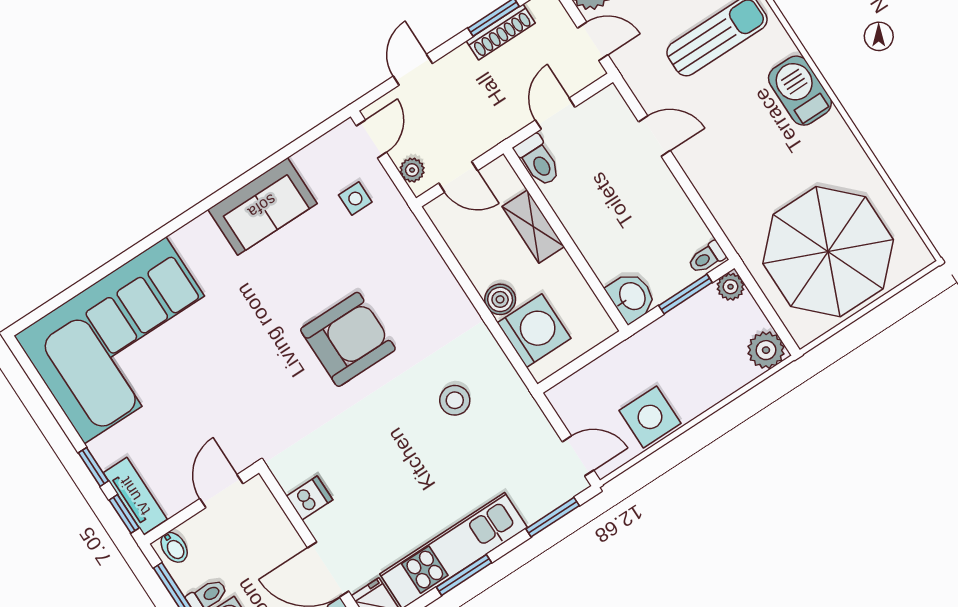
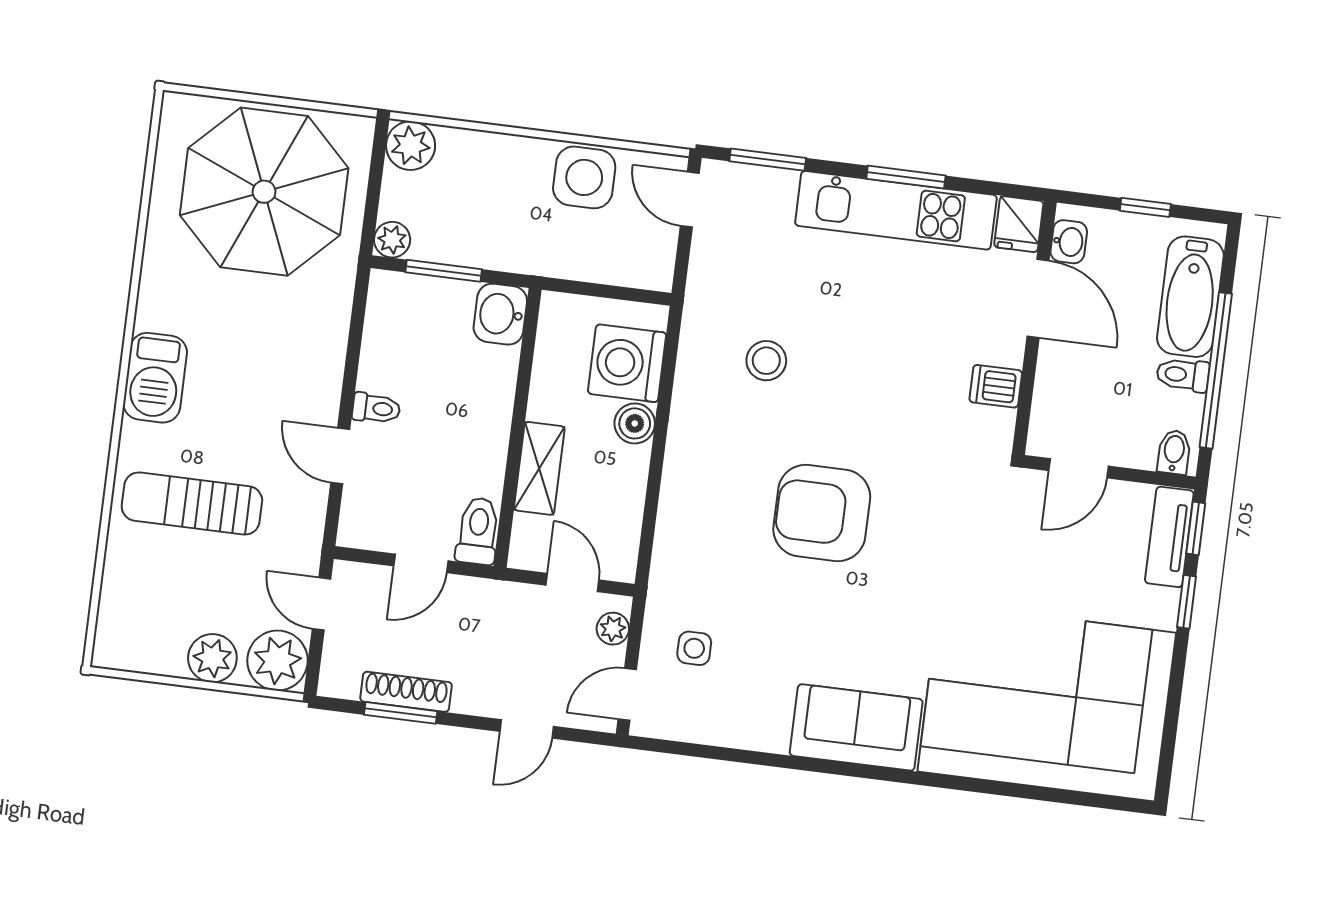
sofa: (262, 206) -> (856, 727), moved
toilet: (707, 258) -> (376, 408), moved

